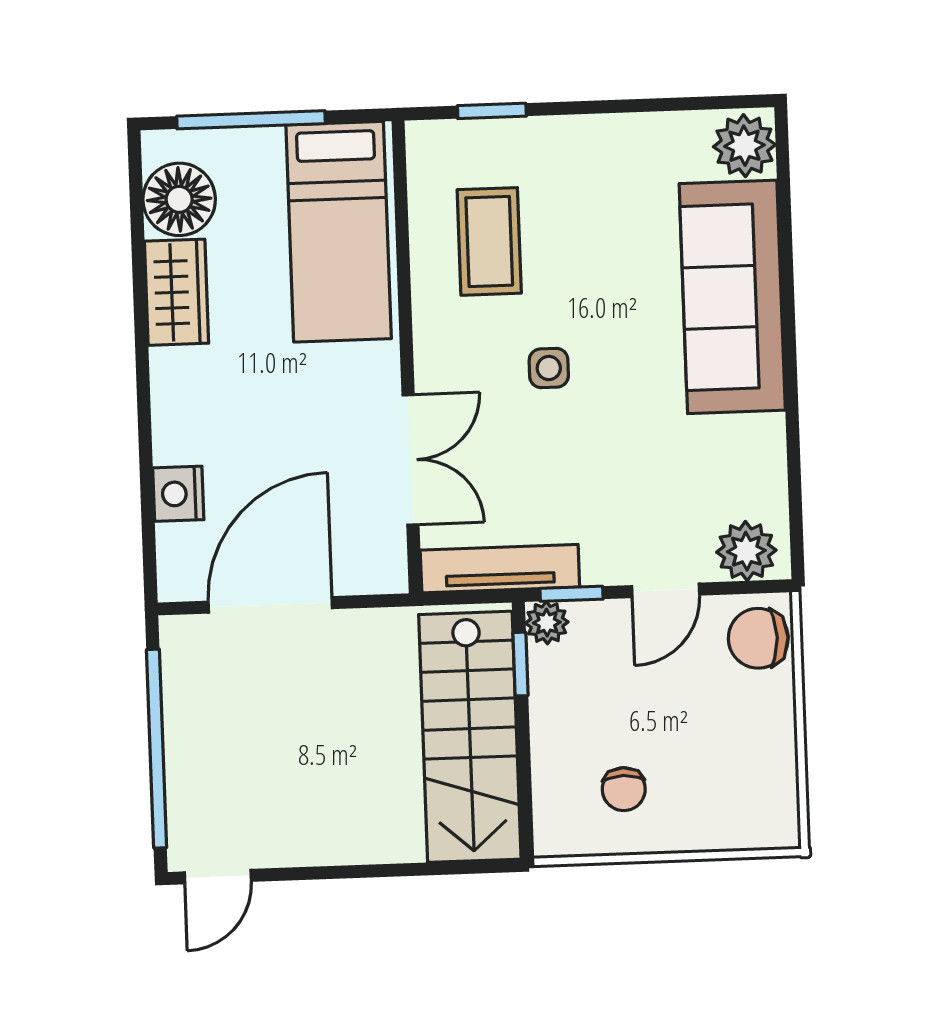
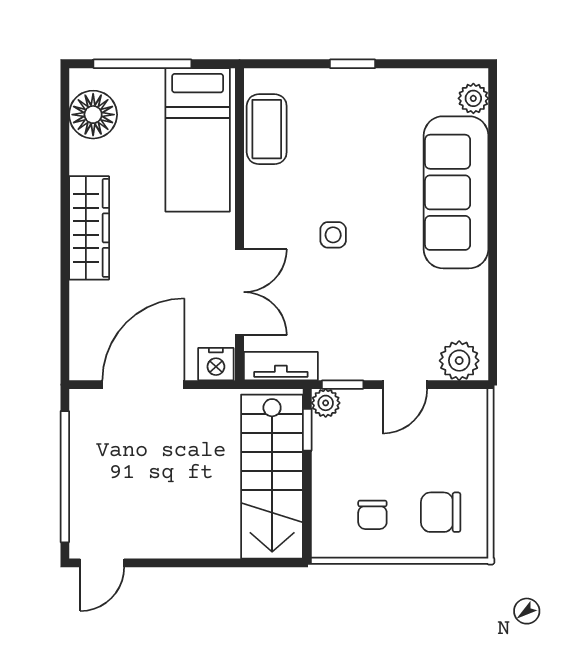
window: (492, 111) -> (353, 64), moved
plant: (744, 146) -> (473, 98), width x0.73, depth x0.73
coffee table: (489, 241) -> (267, 129), moved
wardrobe: (177, 292) -> (89, 228), moved, width x1.50
nightstand: (178, 494) -> (216, 364), moved, turned -90
tv unit: (500, 569) -> (281, 366), width x0.71
chair: (758, 638) -> (441, 512), moved

